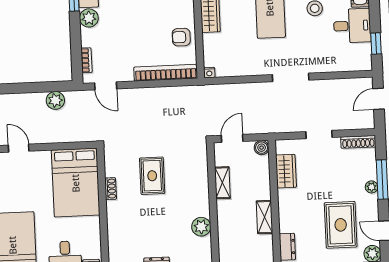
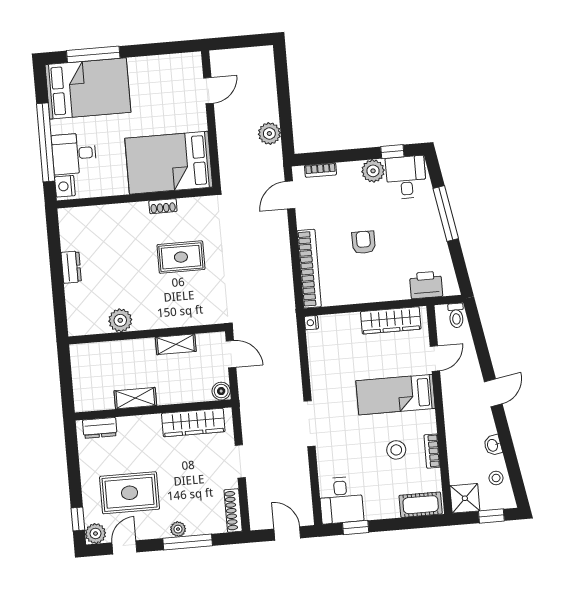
desk: (352, 26) -> (341, 500), moved
armchair: (181, 37) -> (364, 242), moved
wardrobe: (286, 171) -> (193, 422), width x1.50

